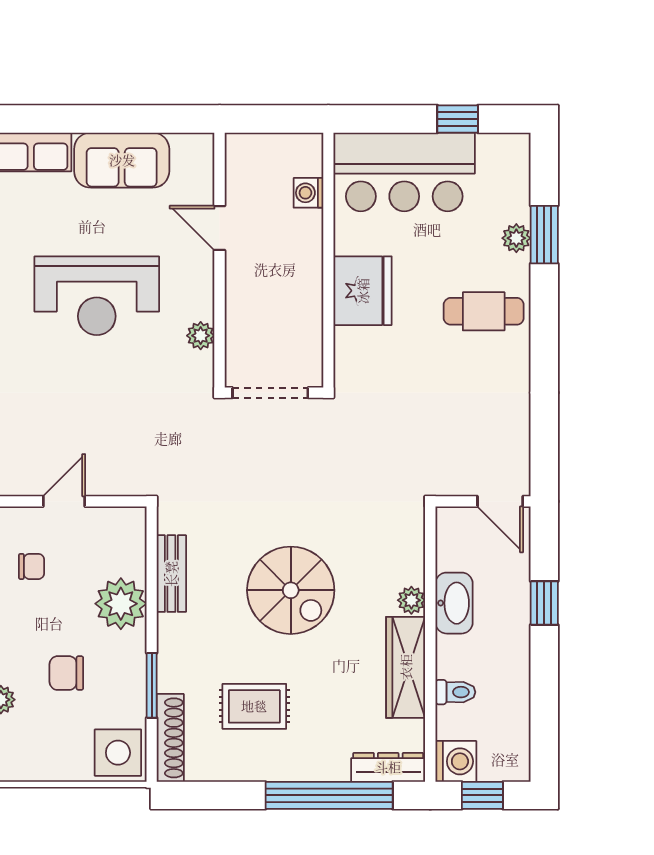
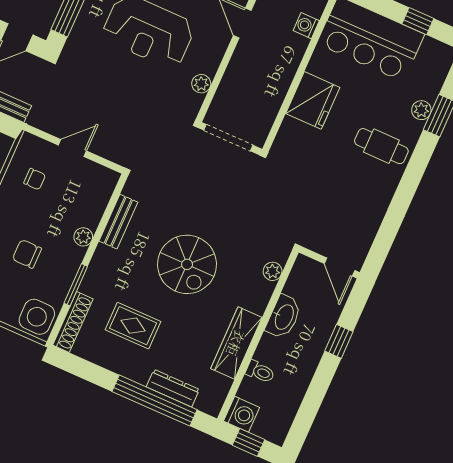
plant: (411, 600) -> (273, 271), moved
plant: (121, 604) -> (83, 237), width x0.53, depth x0.53
dresser: (388, 767) -> (173, 388), moved

